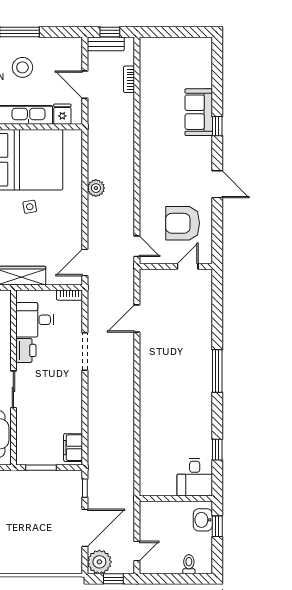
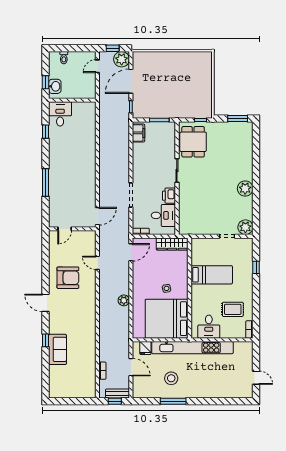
wall: (176, 266) -> (72, 229), moved
door: (188, 266) -> (65, 229), moved

